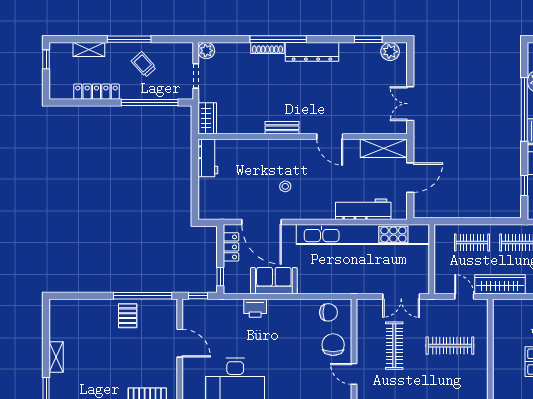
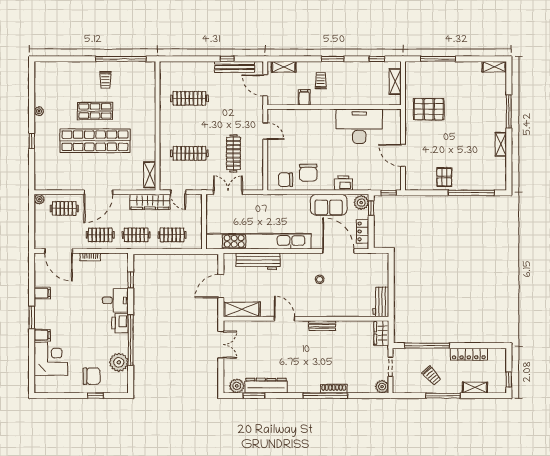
dresser: (312, 52) -> (266, 386), moved
plant: (233, 283) -> (361, 203), added
window: (143, 296) -> (471, 193), moved
shelving: (500, 319) -> (150, 175), added
chair: (333, 345) -> (308, 173), moved

